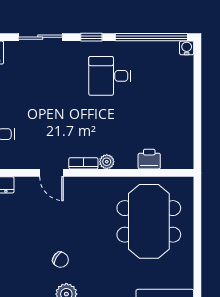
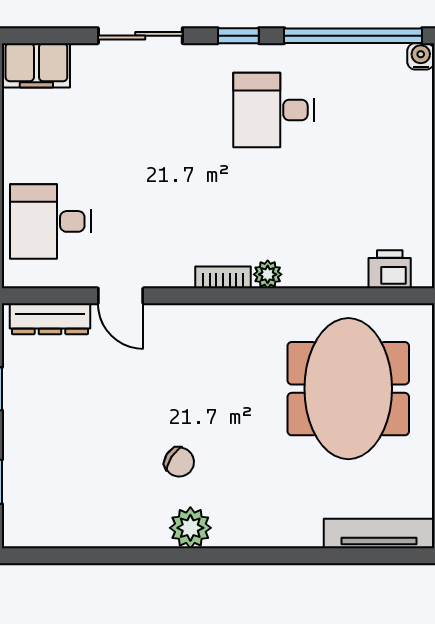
printer: (149, 159) -> (390, 269), moved
door: (51, 173) -> (121, 296), moved

